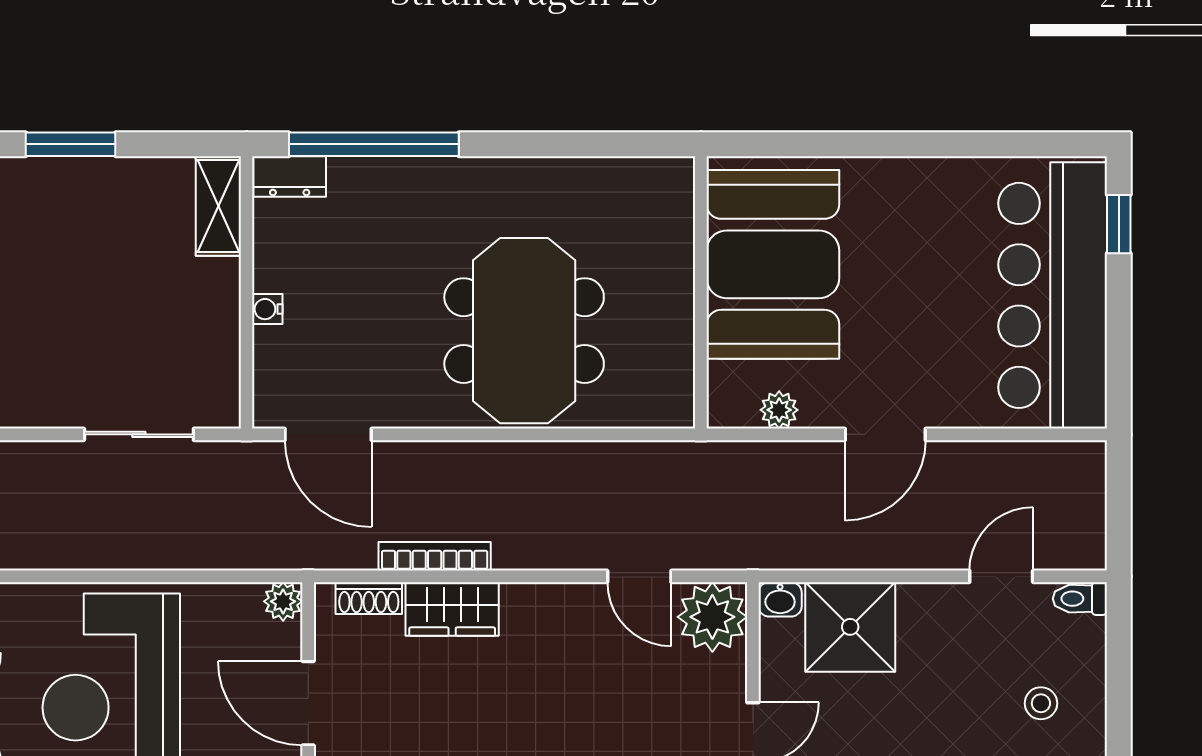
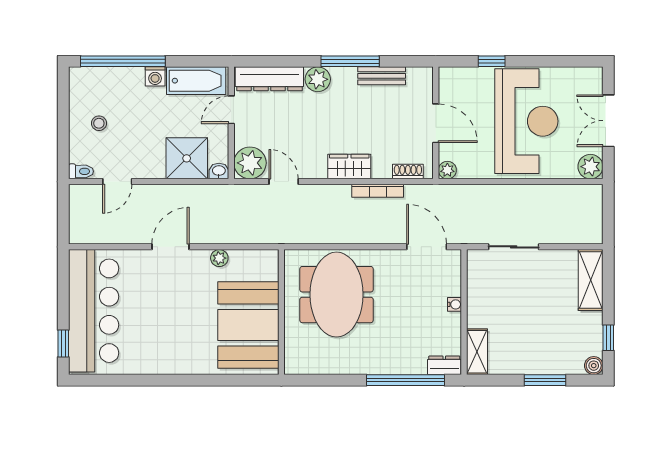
booth: (773, 264) -> (248, 325), moved
wall: (701, 292) -> (281, 312), moved
wardrobe: (452, 609) -> (349, 167), moved

